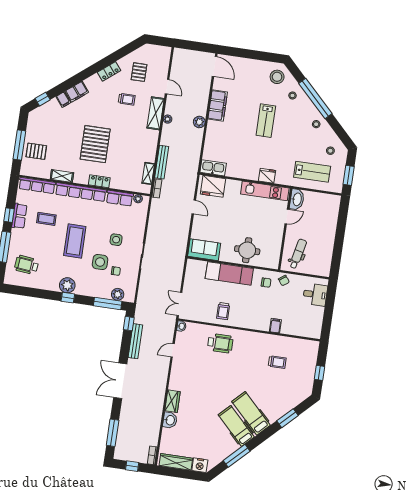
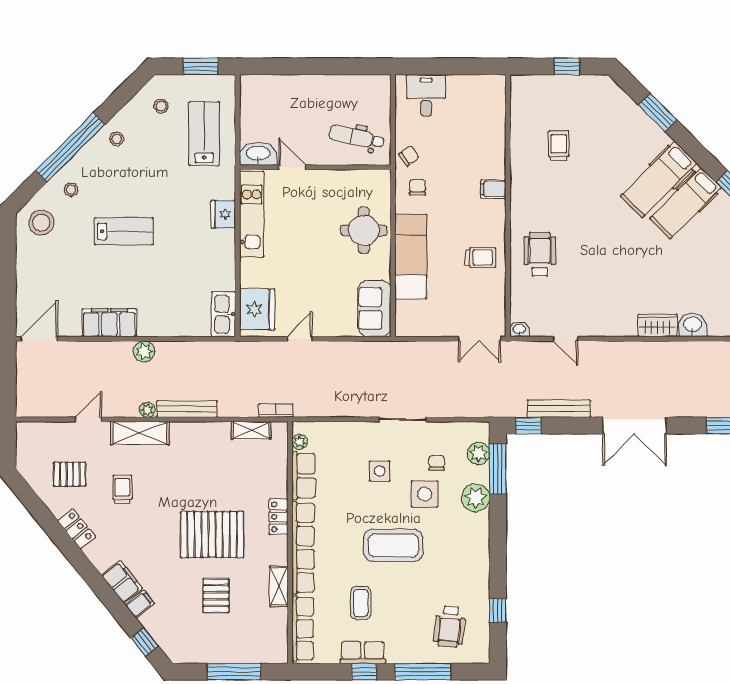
pallet: (36, 151) -> (216, 596), moved
bench: (162, 162) -> (187, 409), moved
plant: (67, 285) -> (476, 498), moved
window: (68, 298) -> (498, 610), moved
filing cabinet: (275, 326) -> (493, 189), moved

